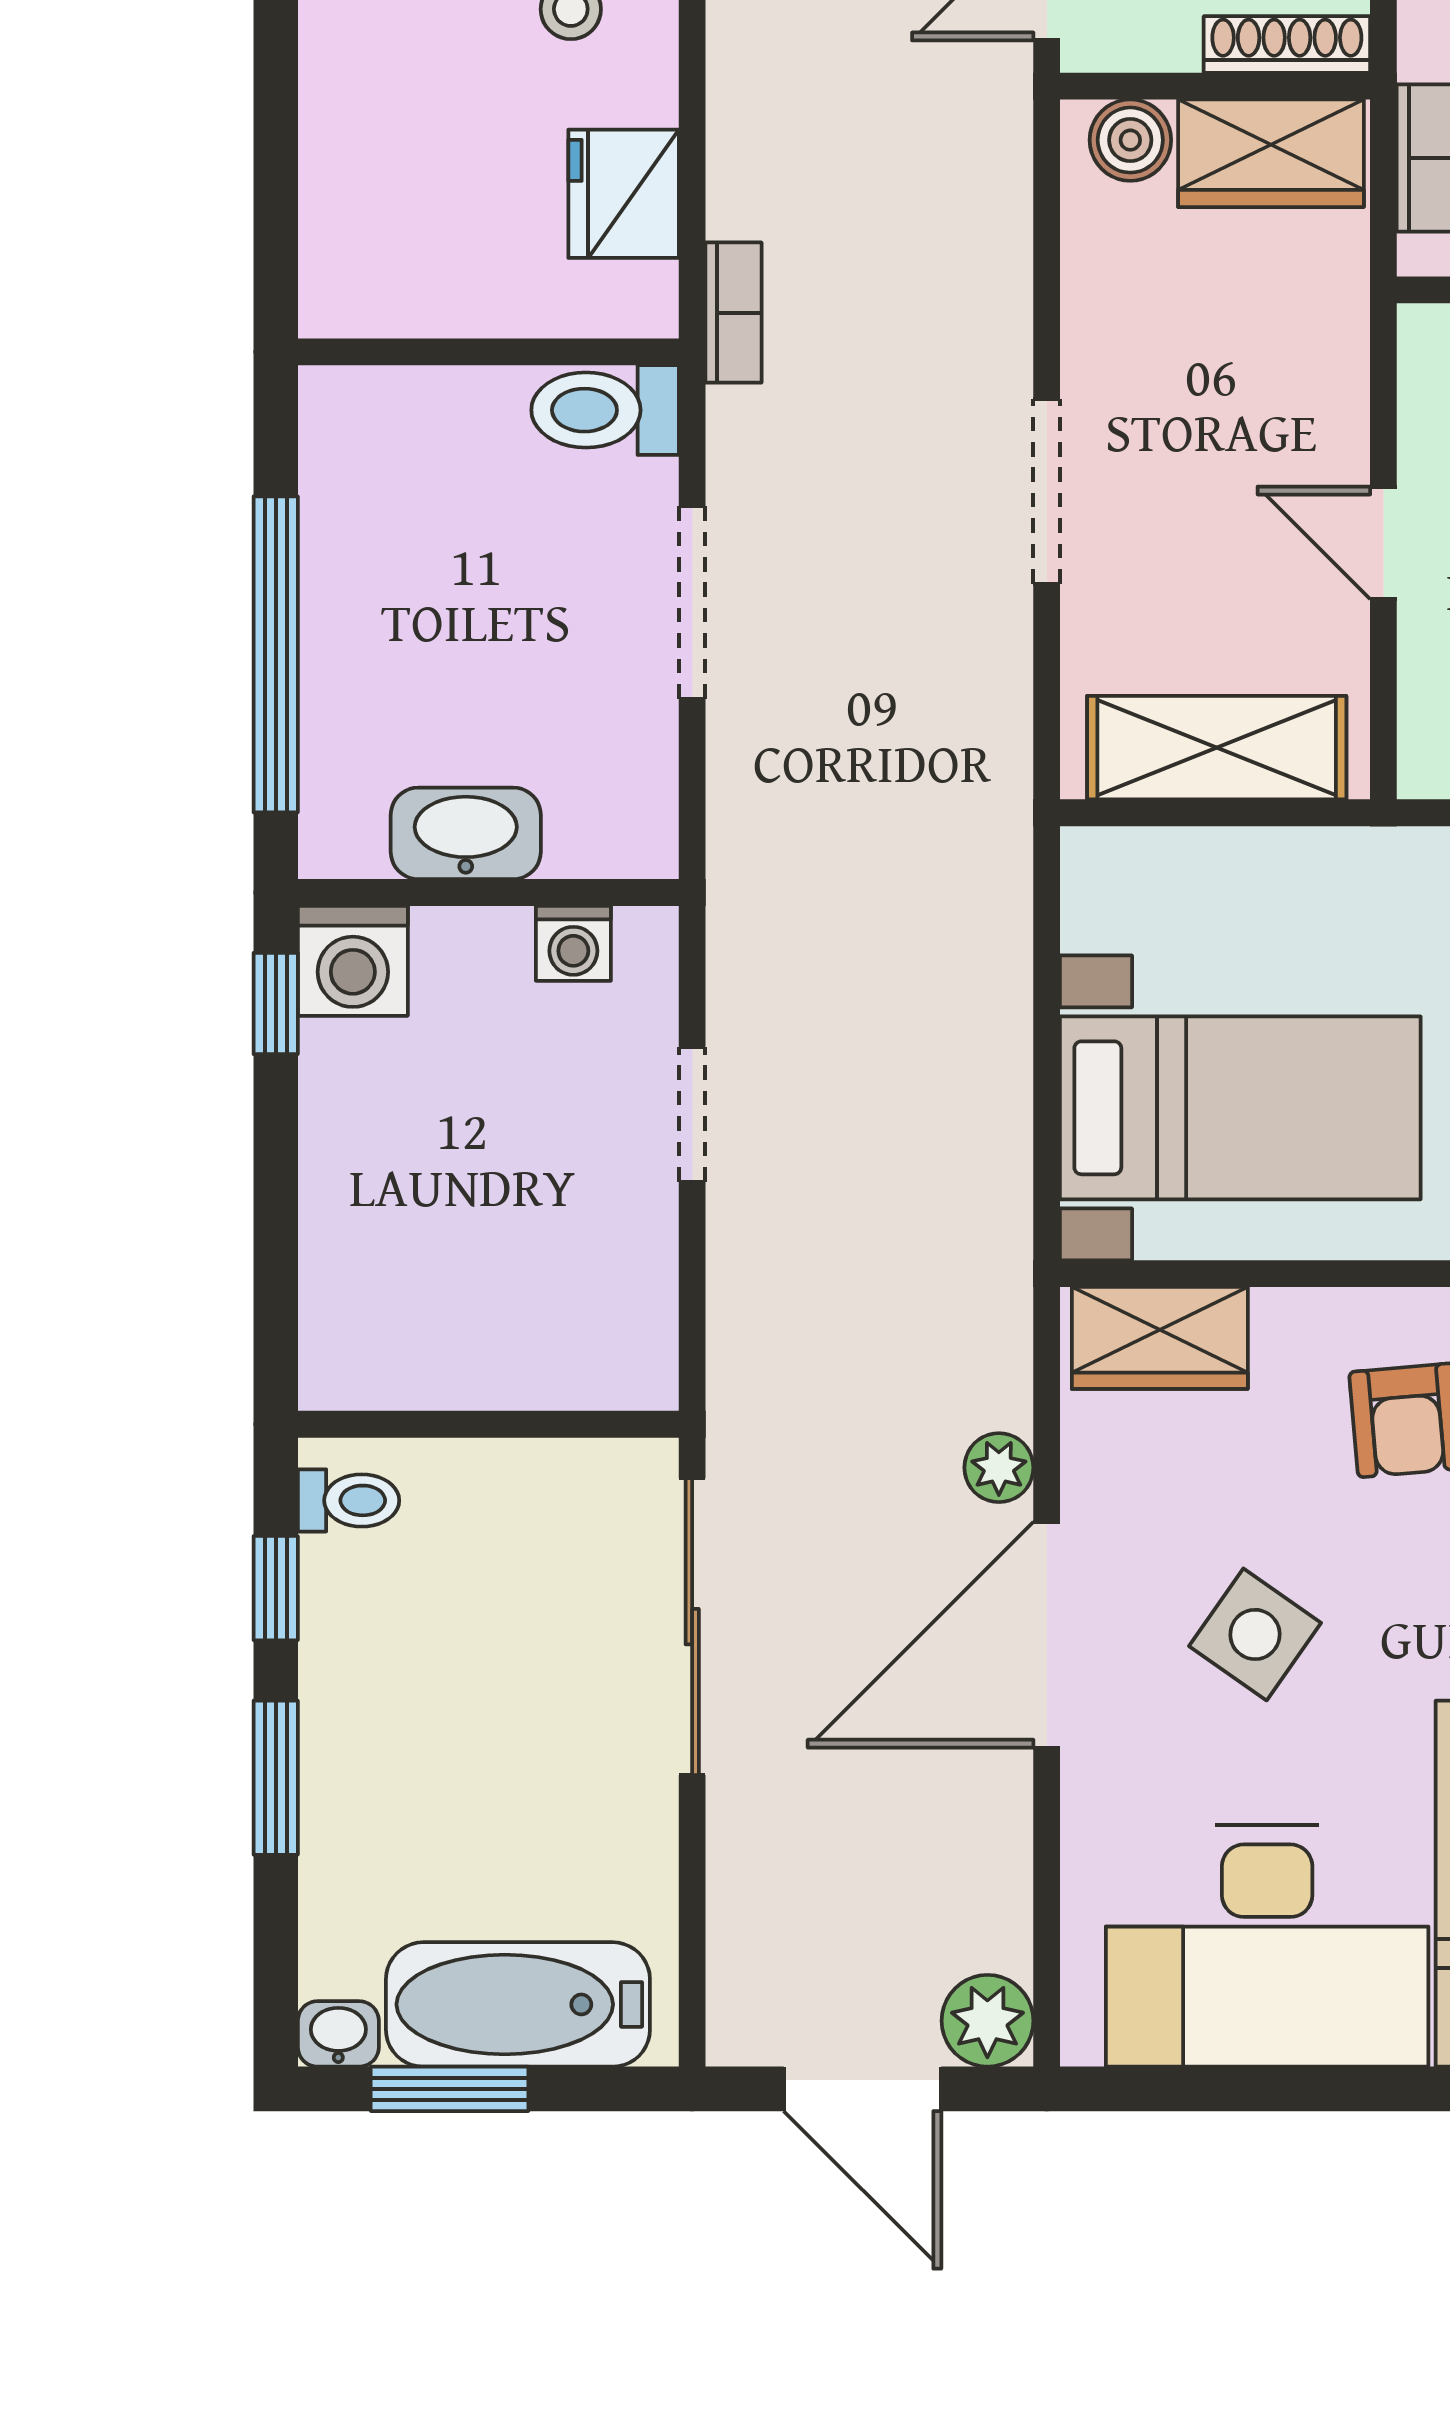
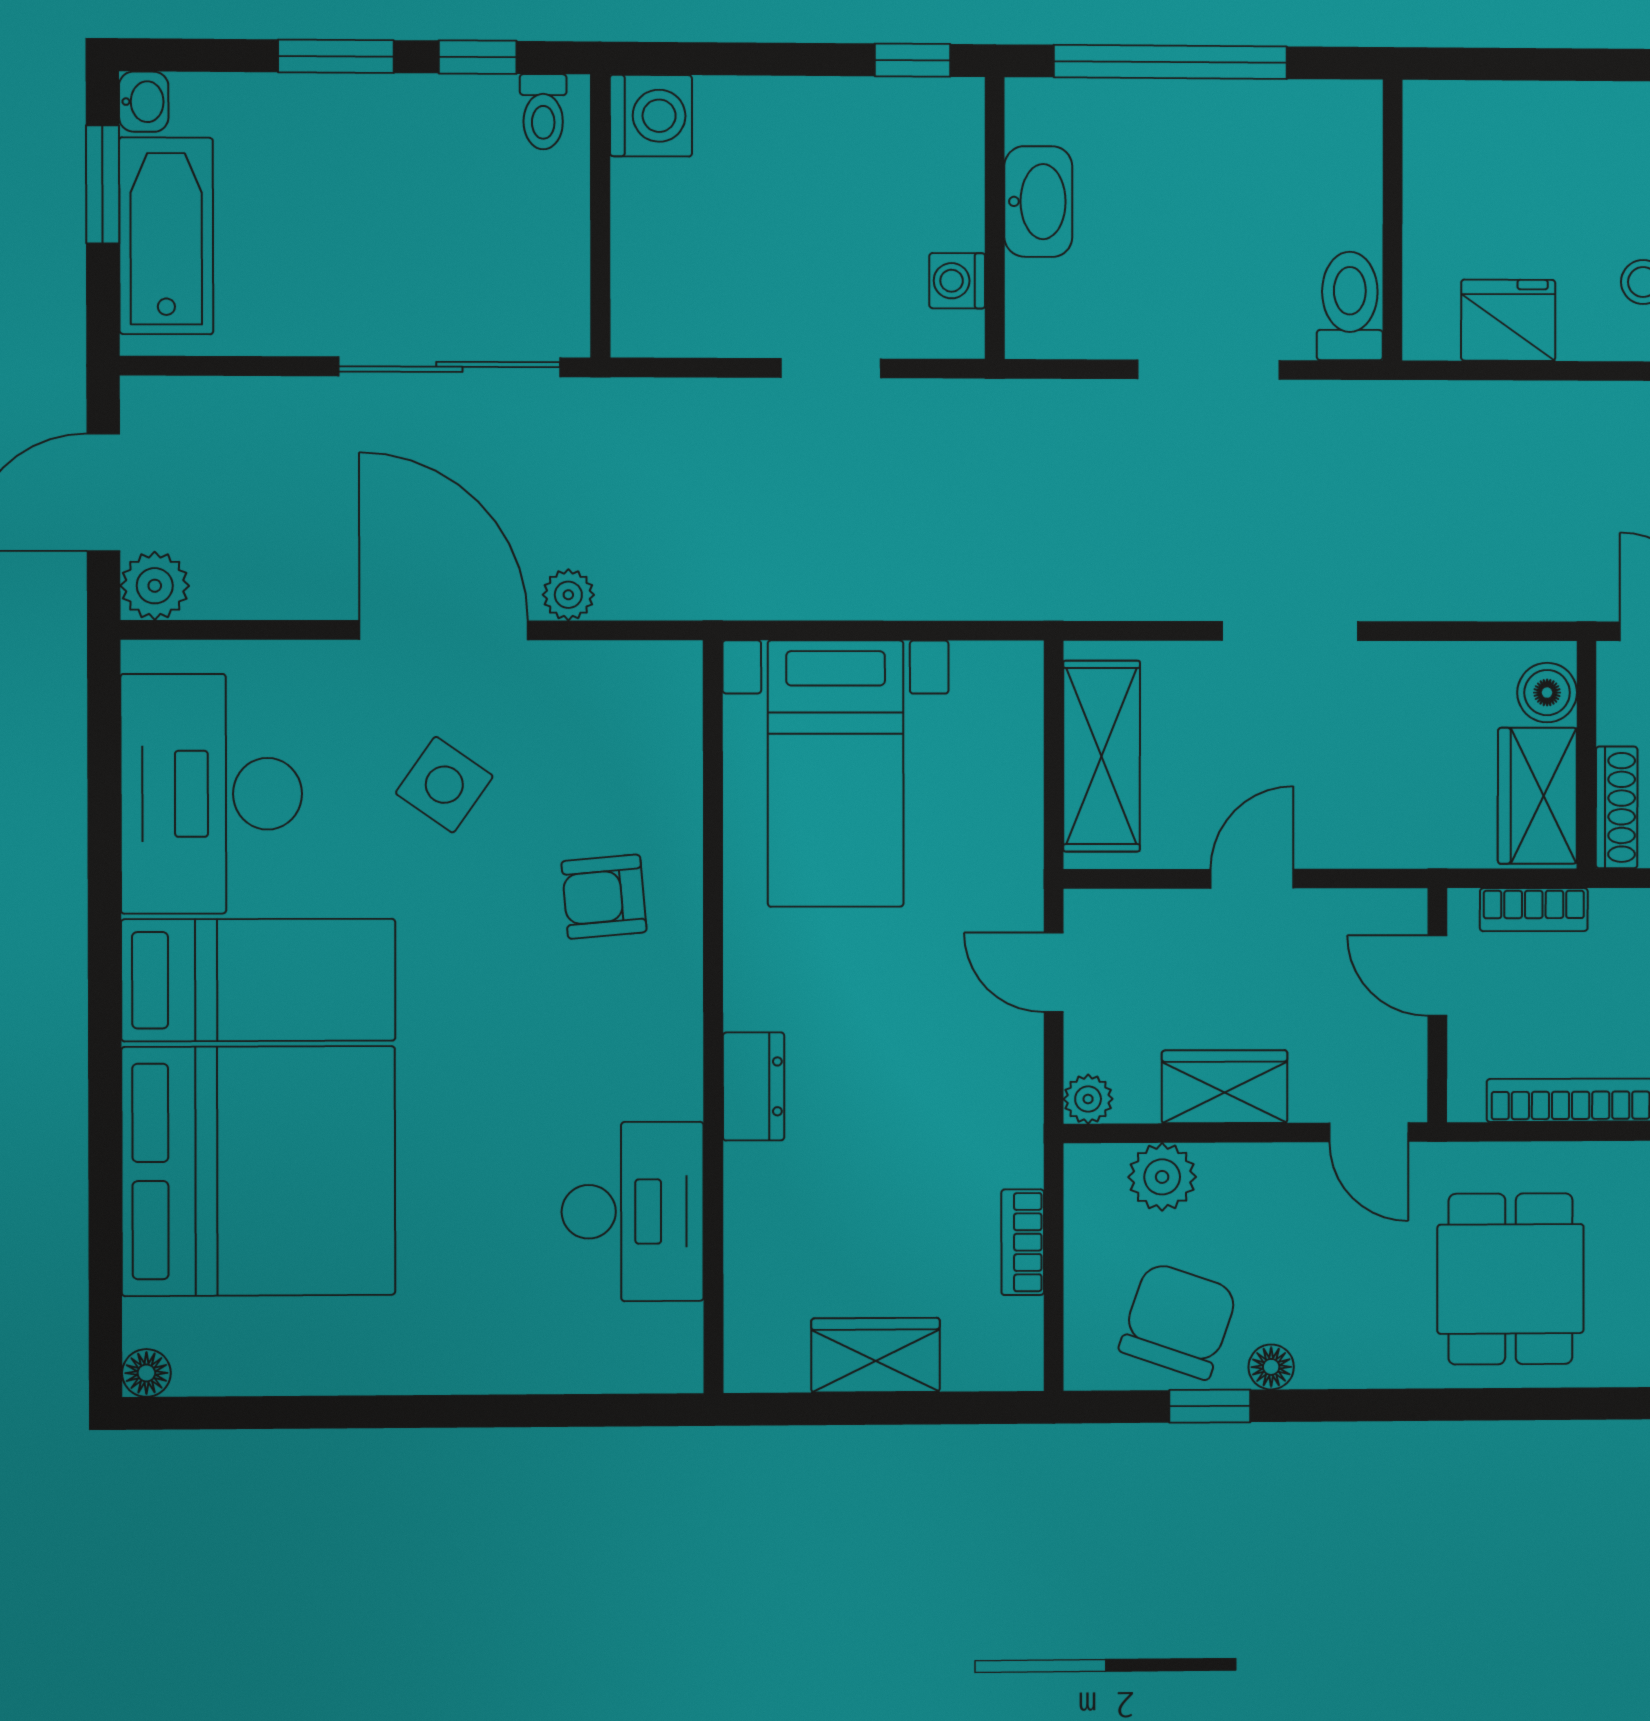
bookcase: (734, 313) -> (1421, 401), removed
washing machine: (353, 961) -> (651, 116), moved, turned 180
wardrobe: (1160, 1338) -> (665, 714), removed

